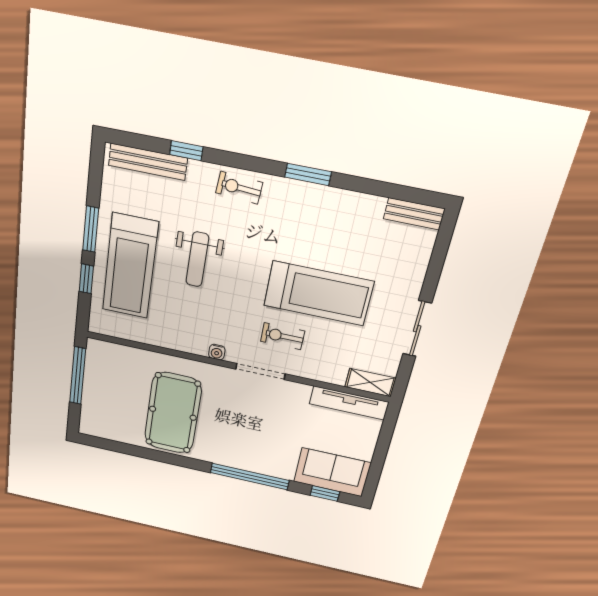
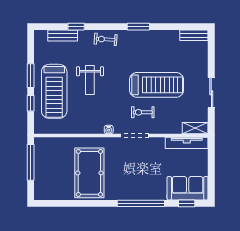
bench: (148, 162) -> (63, 35), width x0.73

